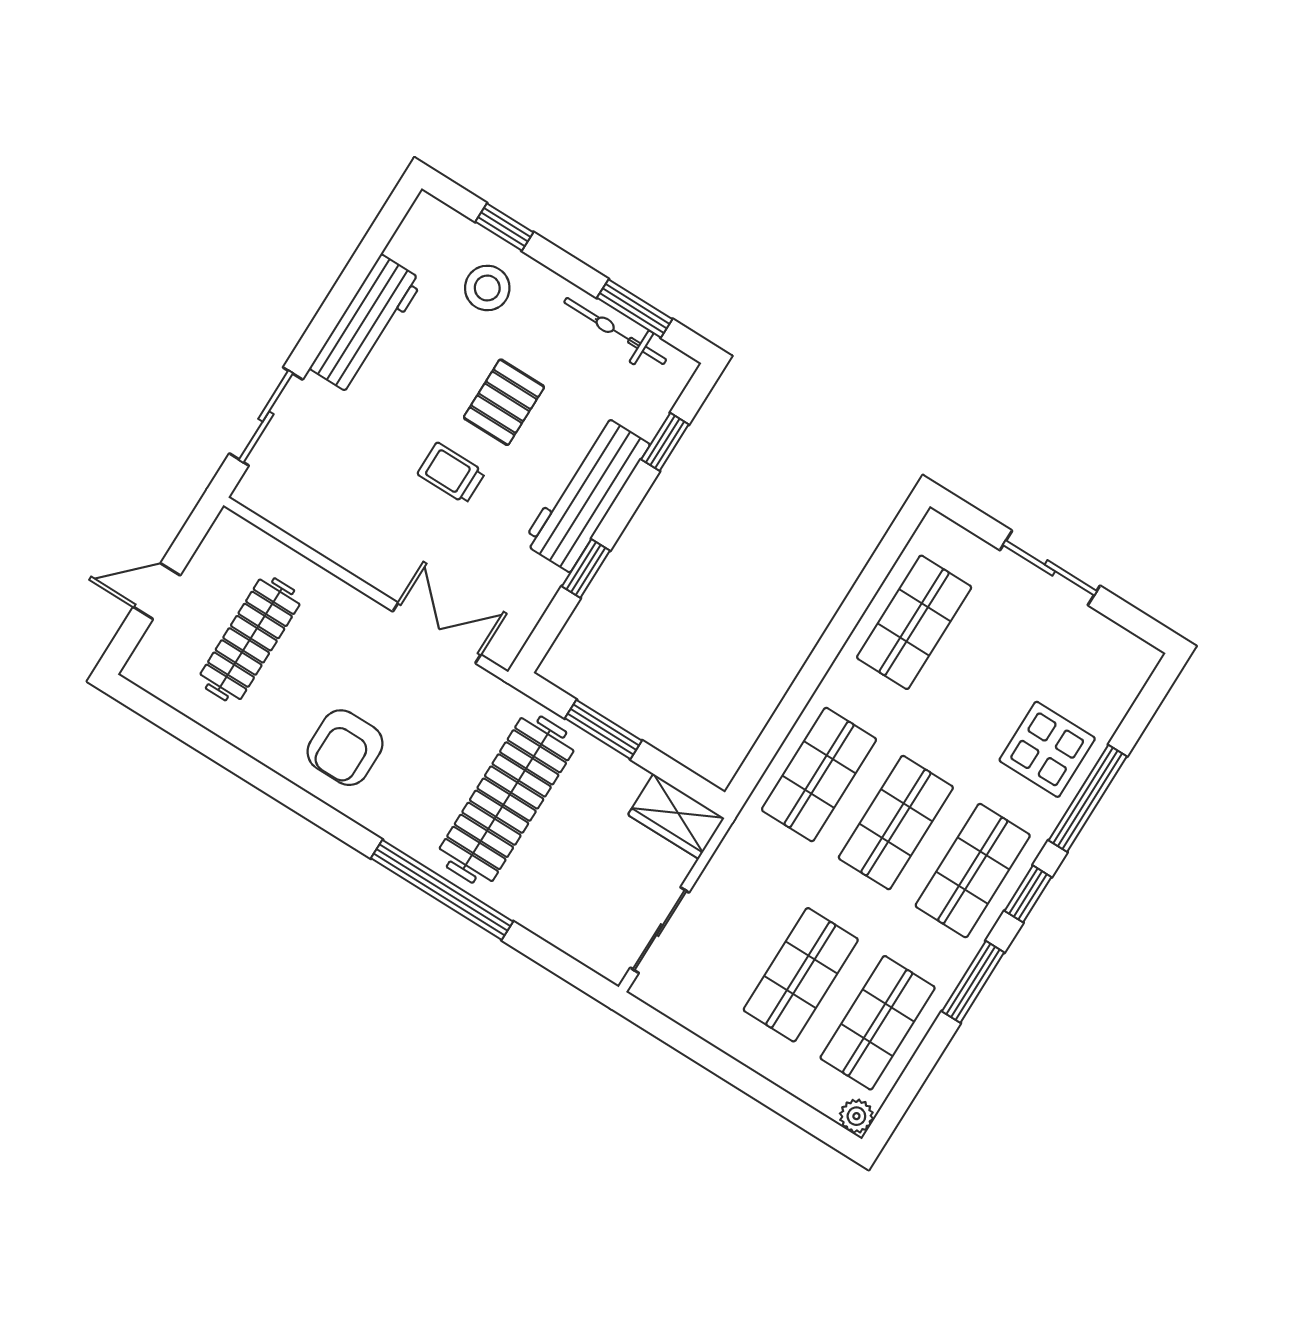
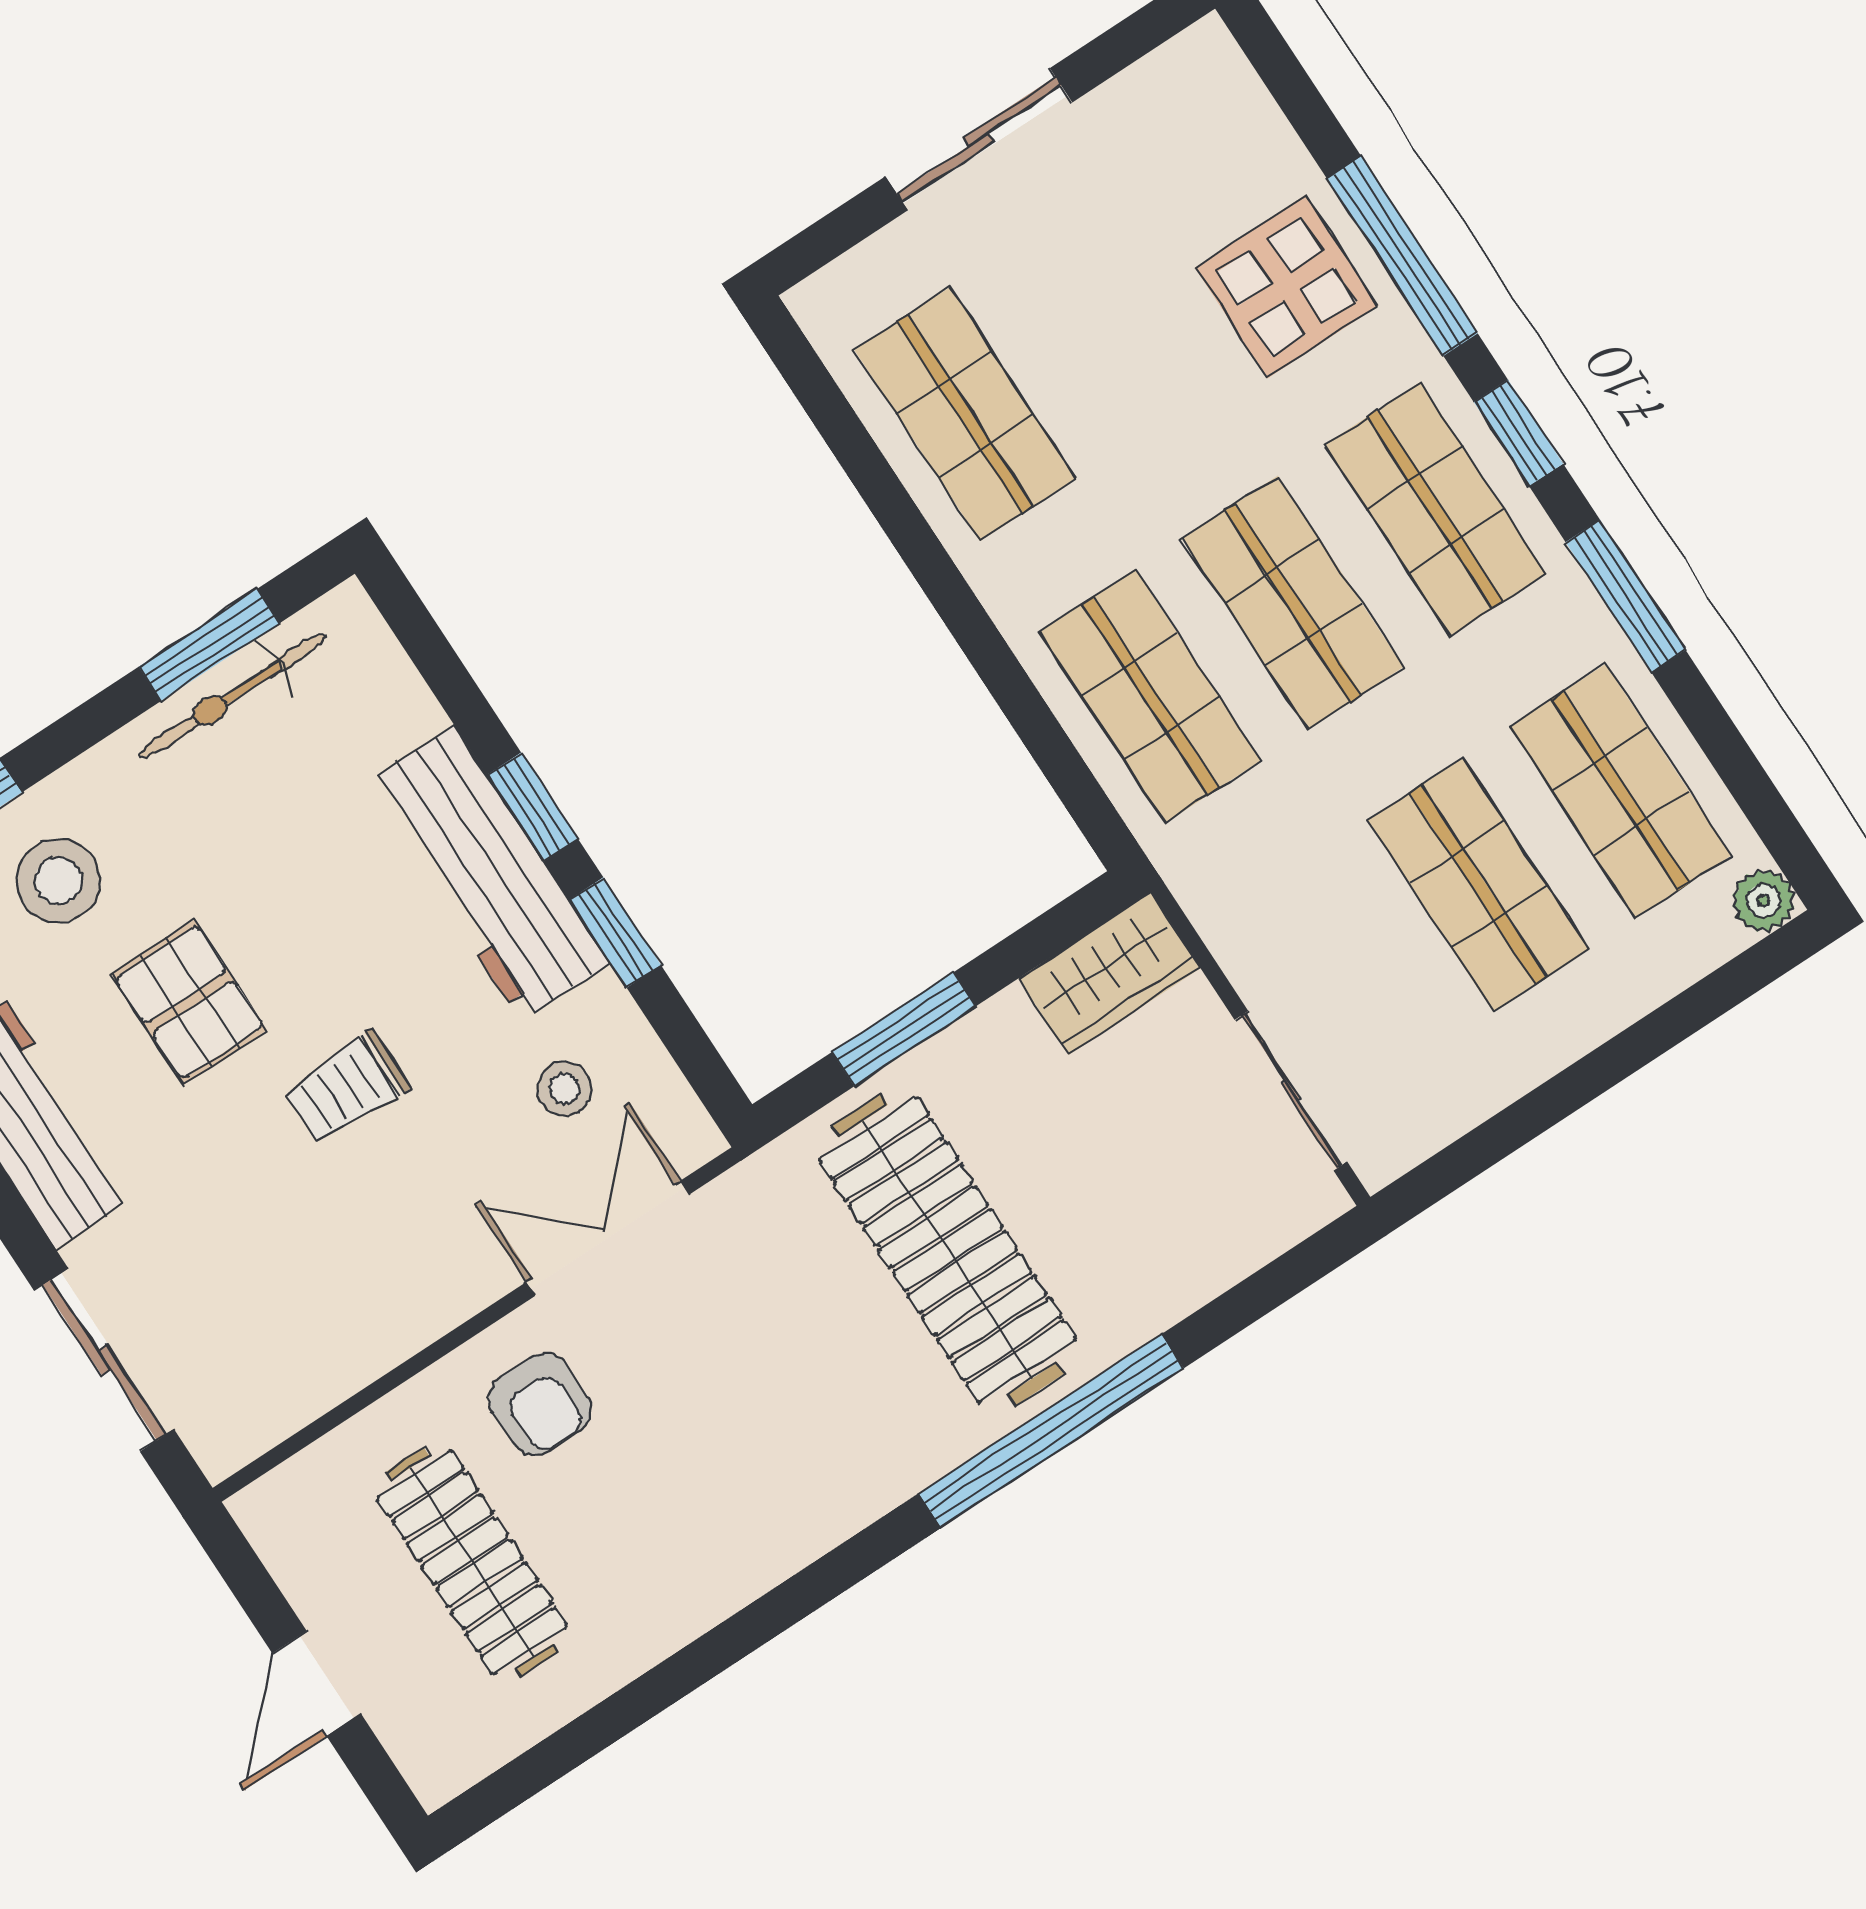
pallet: (504, 402) -> (189, 1002), moved
window: (665, 442) -> (533, 807), moved
stool: (499, 579) -> (564, 1089), added
armchair: (345, 748) -> (540, 1404), moved, width x0.72, depth x0.72

